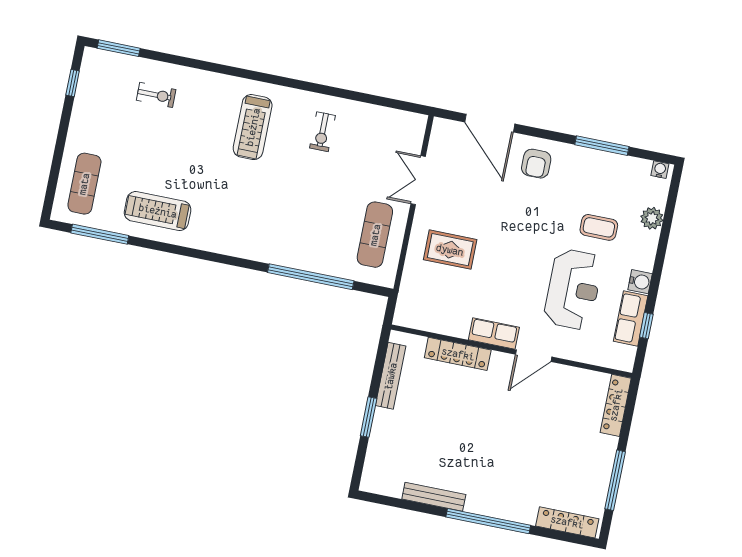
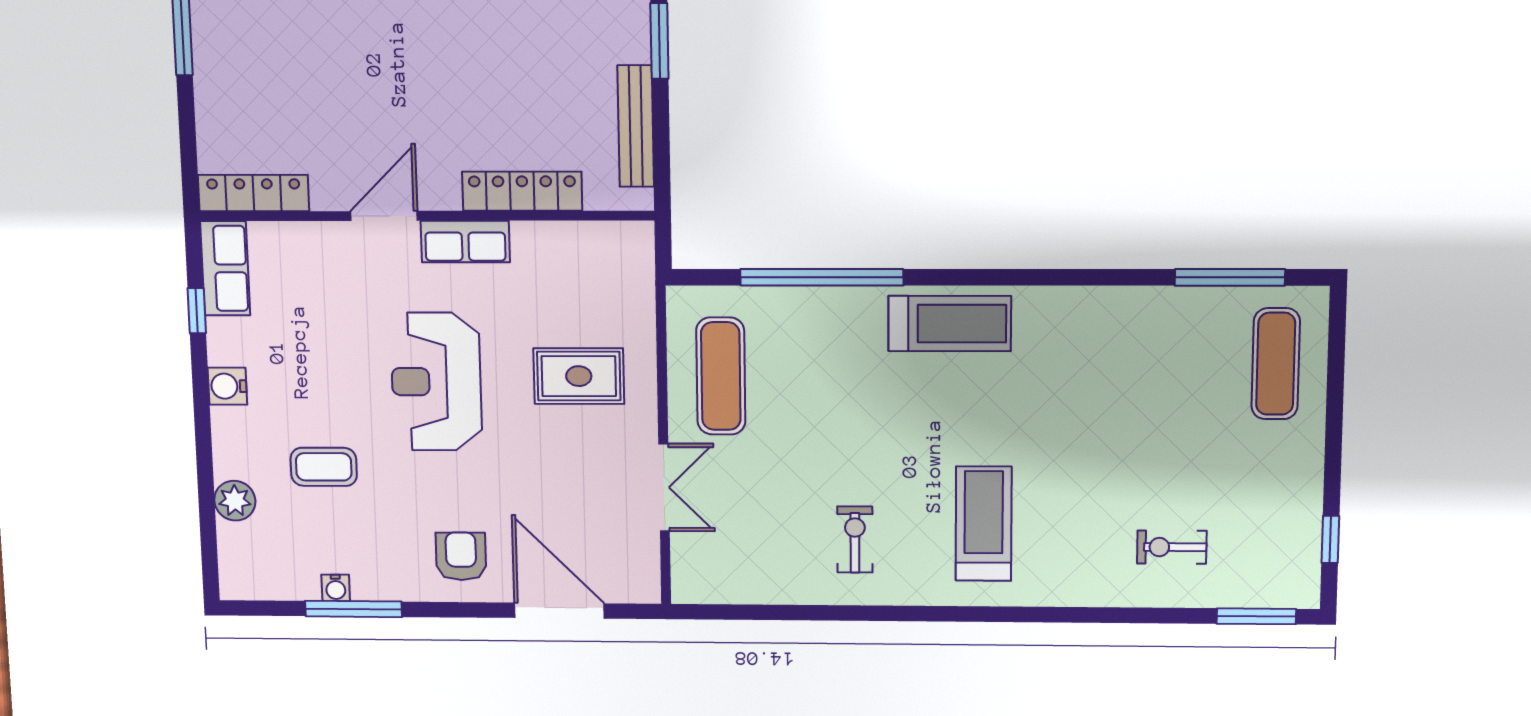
water cooler: (660, 170) -> (336, 588), moved
treadmill: (158, 211) -> (950, 324), moved
reception desk: (573, 289) -> (436, 382), moved
row of seats: (631, 319) -> (225, 268), moved
locker: (616, 405) -> (253, 193), moved, turned -90

